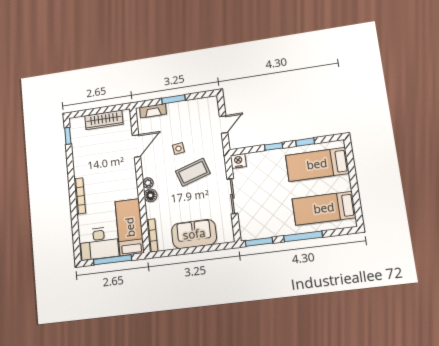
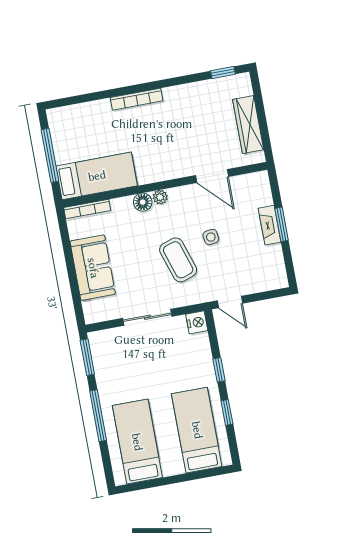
fireplace: (153, 111) -> (270, 225), moved
door: (224, 124) -> (230, 302), moved
desk: (99, 243) -> (71, 134), removed

